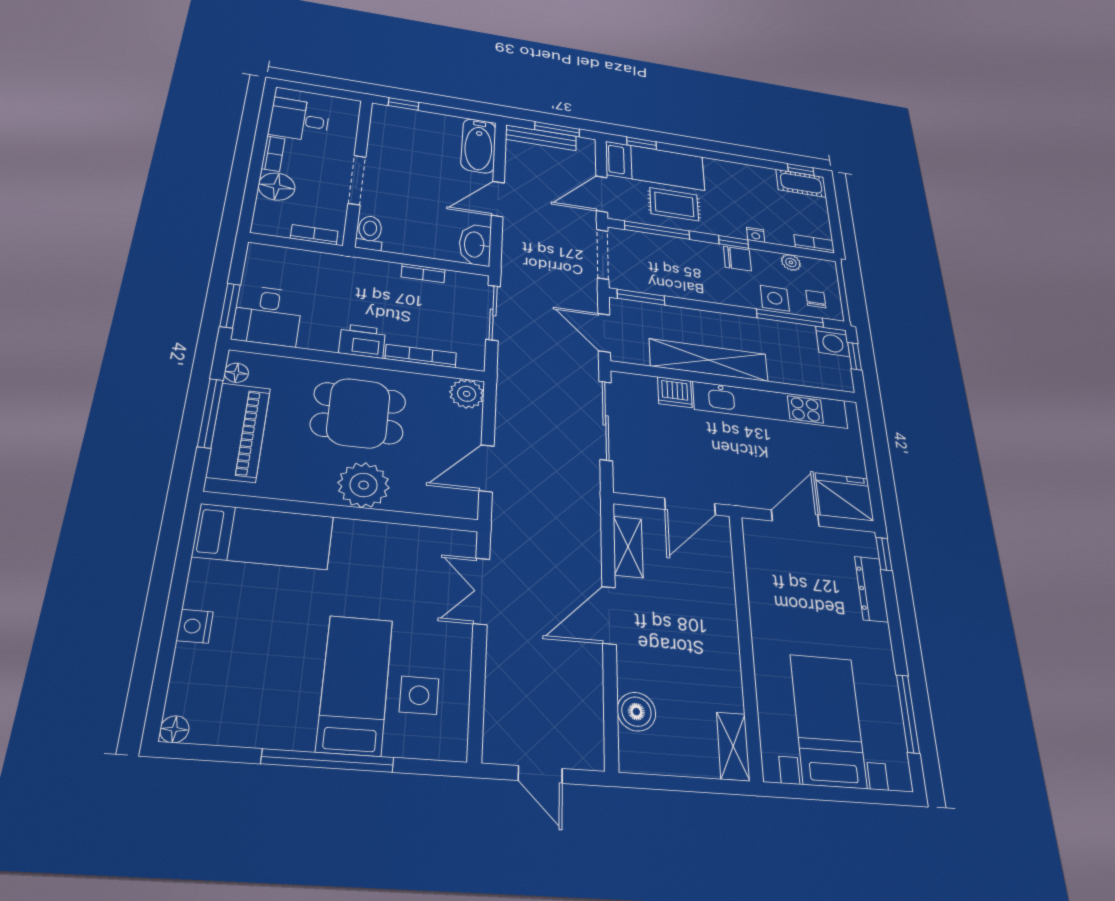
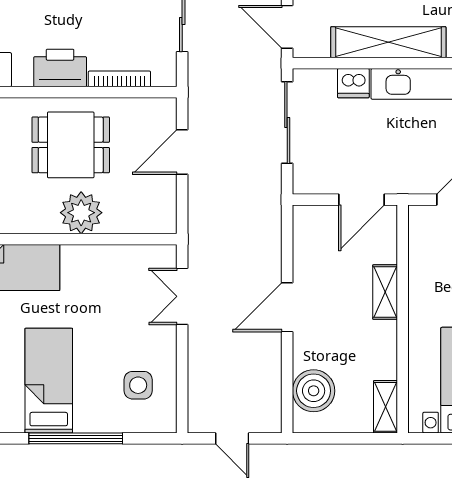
printer: (362, 341) -> (60, 68), width x1.37, depth x1.19
plant: (467, 394) -> (162, 112), removed
door: (487, 468) -> (182, 152), moved
shelving: (628, 547) -> (385, 292), moved
bed: (355, 684) -> (49, 381), moved
boiler: (636, 712) -> (314, 391), width x1.37, depth x1.37

